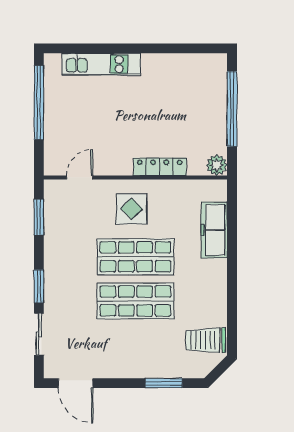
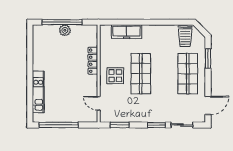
plant: (217, 165) -> (65, 30), moved
shop shelf: (135, 301) -> (188, 74), moved

